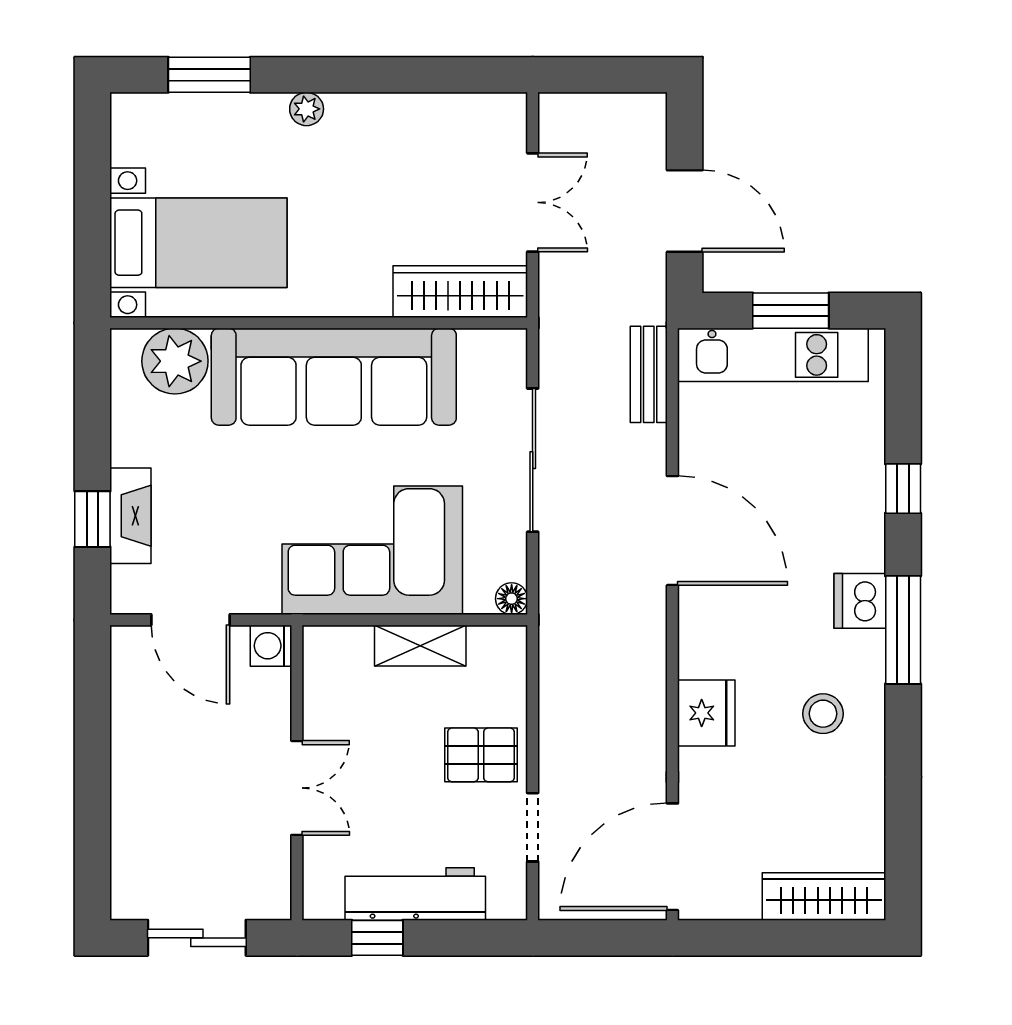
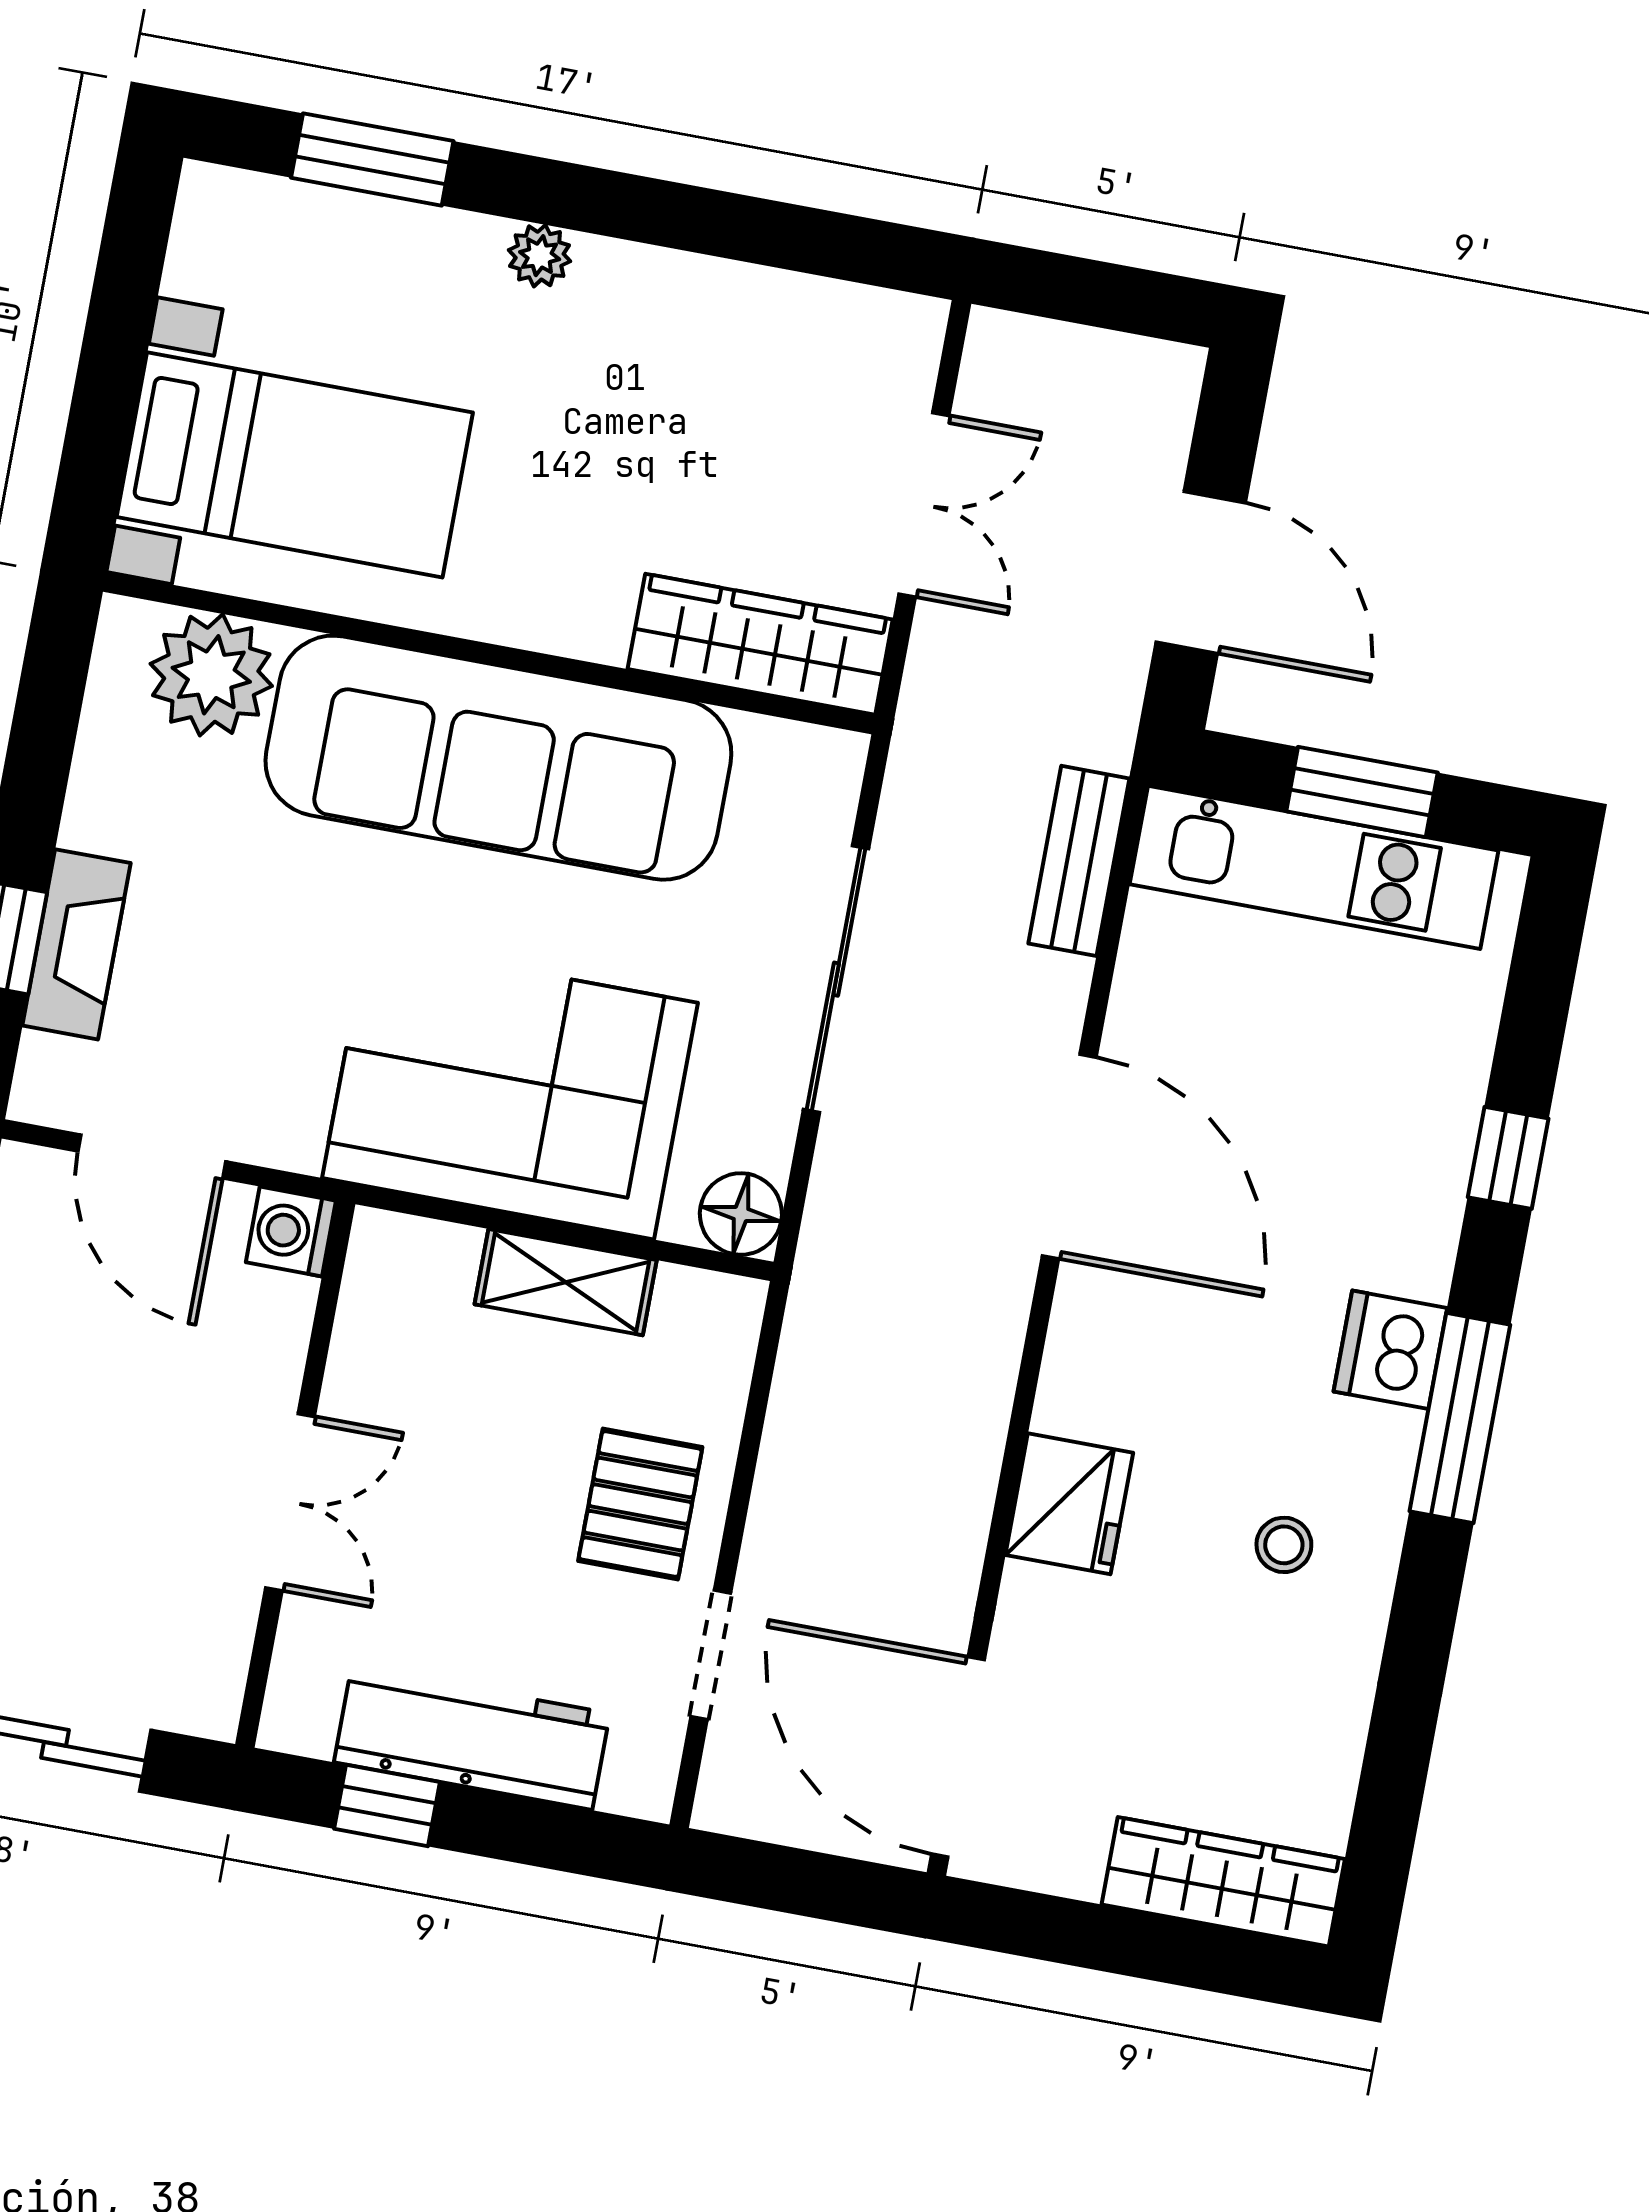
floor lamp: (512, 599) -> (741, 1214), width x1.37, depth x1.37
stool: (823, 714) -> (1284, 1545), width x0.73, depth x0.73
pallet: (481, 755) -> (640, 1504), turned 90
door: (672, 857) -> (958, 1757), hinge flipped

